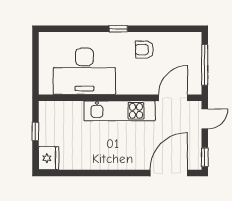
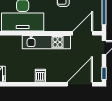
dishwasher: (111, 160) -> (40, 76), added

